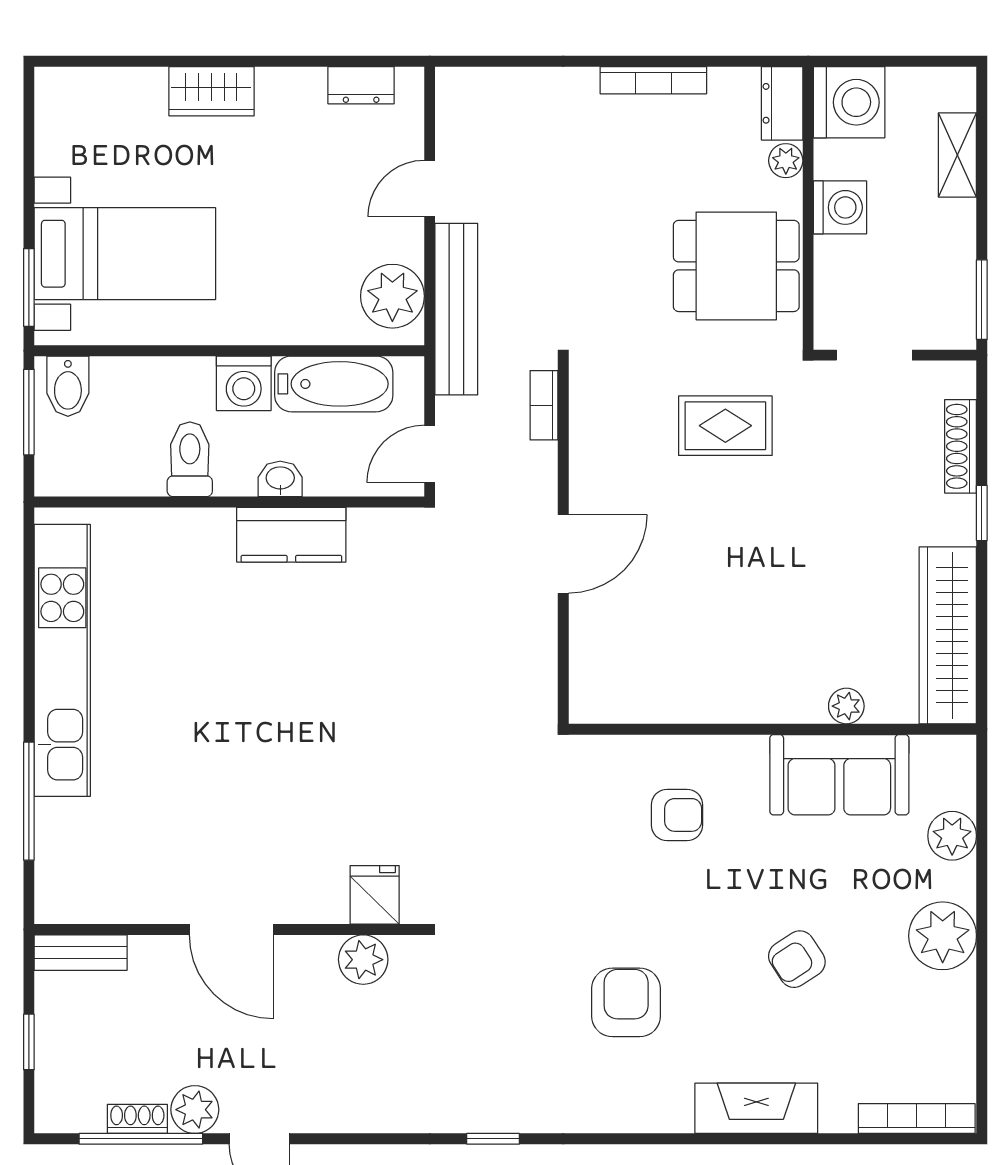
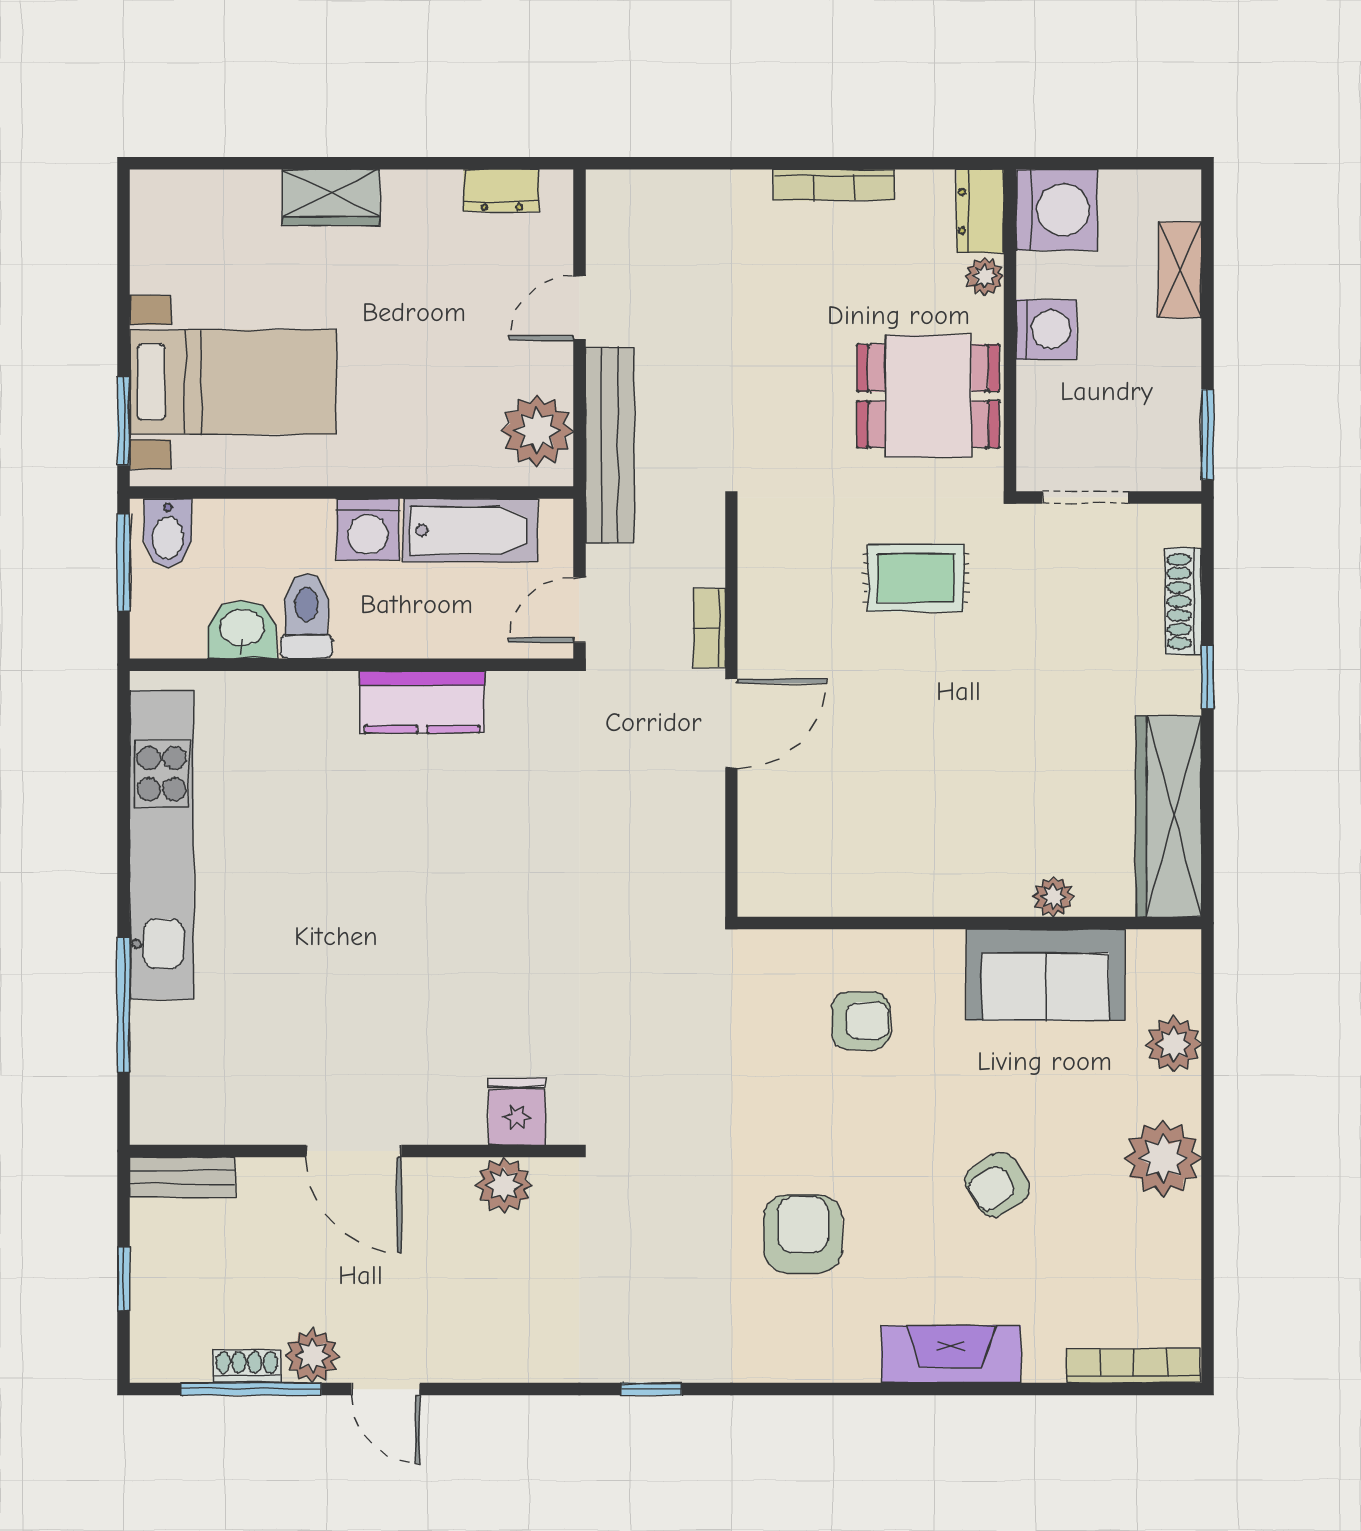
bookcase: (544, 405) -> (710, 628), moved
washbasin: (280, 479) -> (242, 629), moved, width x1.38, depth x1.45

